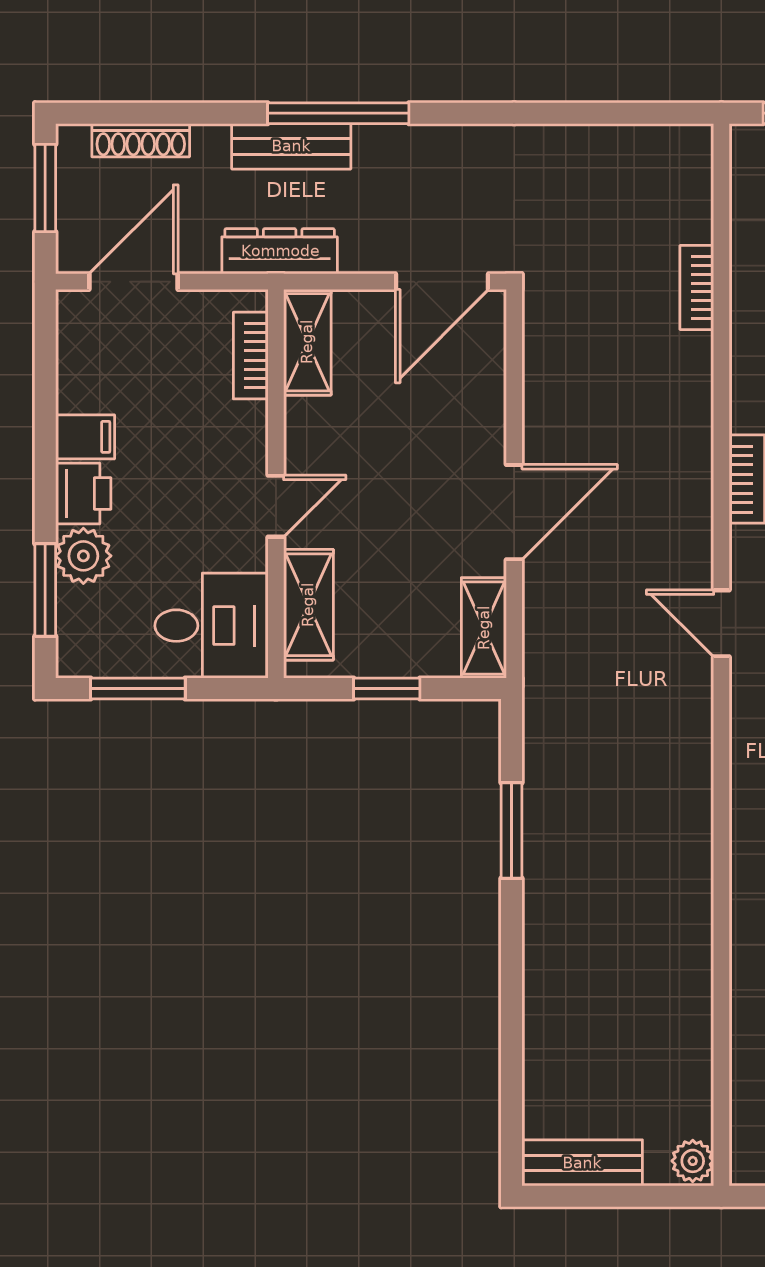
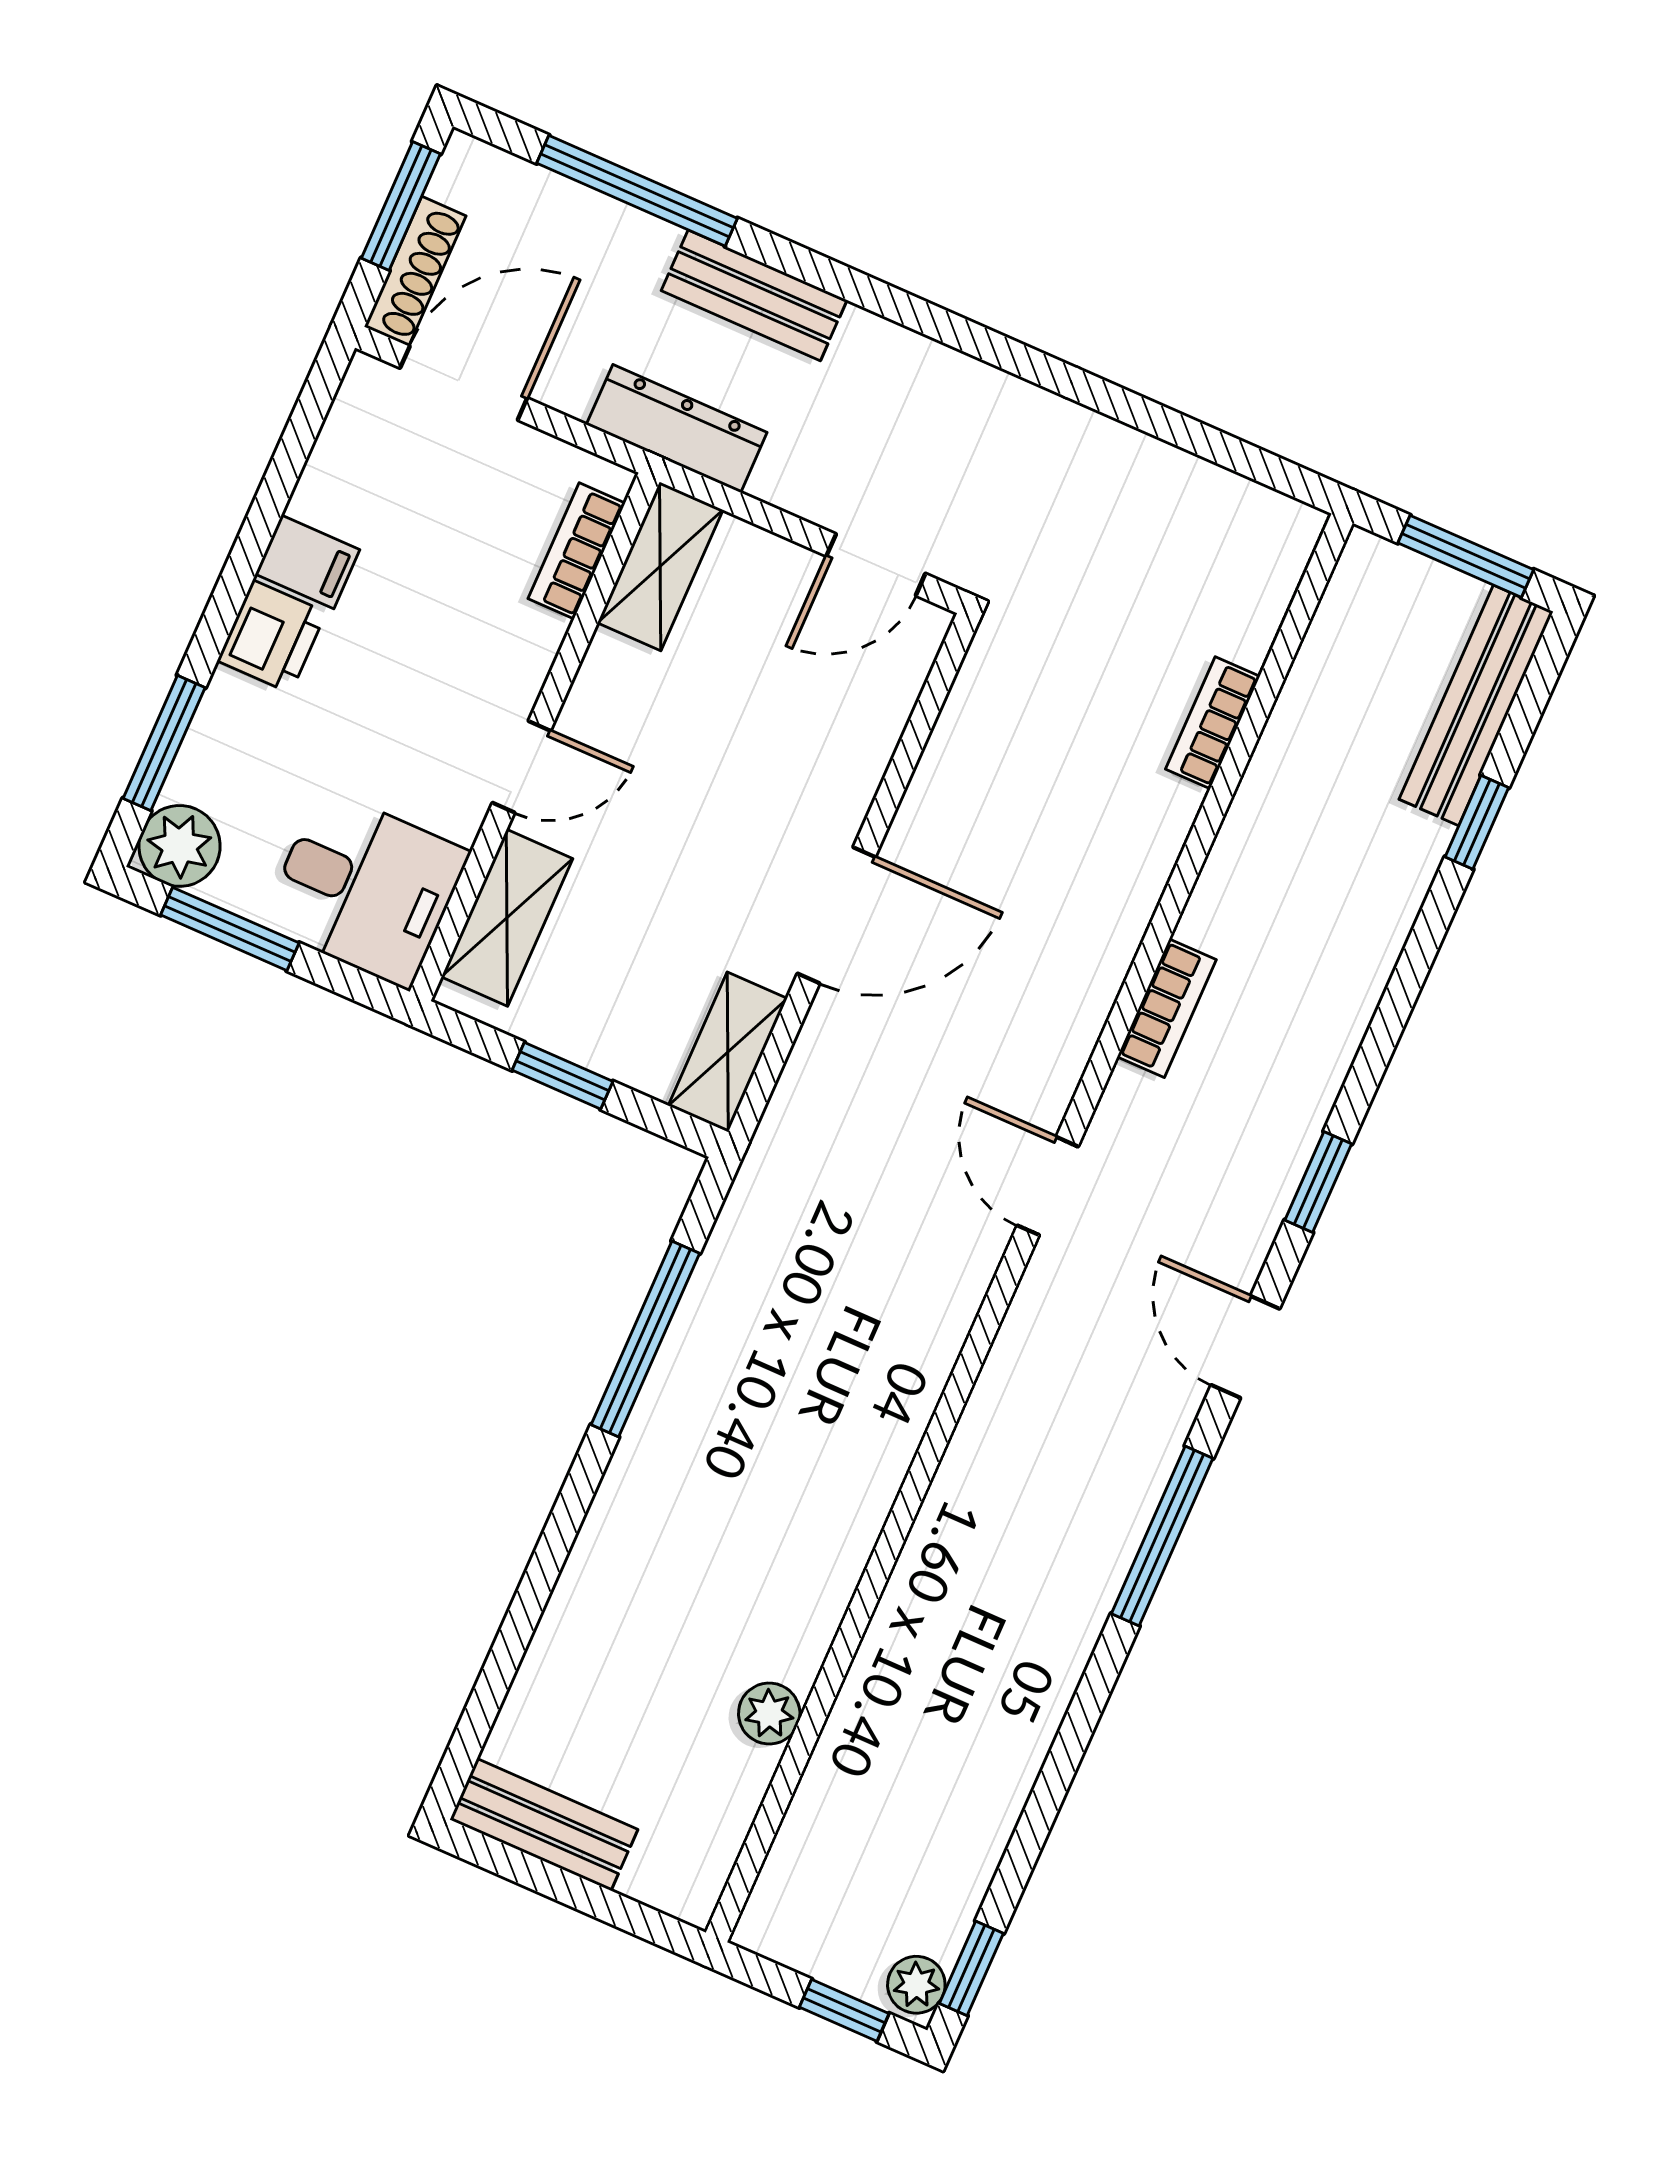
window: (338, 113) -> (637, 191), moved
shoe rack: (141, 140) -> (415, 271), moved, turned -90
door: (442, 282) -> (876, 565), width x0.73
plant: (83, 556) -> (179, 846), moved
window: (512, 830) -> (645, 1339), width x1.44
plant: (693, 1161) -> (769, 1714), moved

